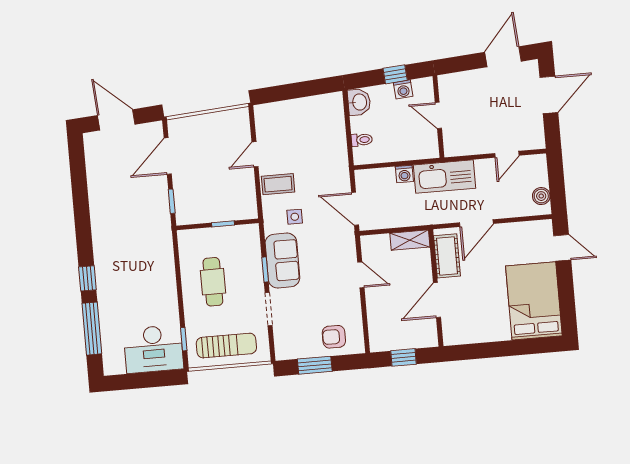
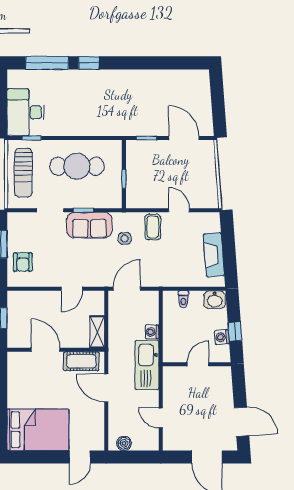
fireplace: (305, 108) -> (214, 255), added
door: (116, 120) -> (218, 98), removed
cafe table: (213, 282) -> (77, 166), width x1.37, depth x1.35
armchair: (334, 337) -> (23, 262), turned 180

